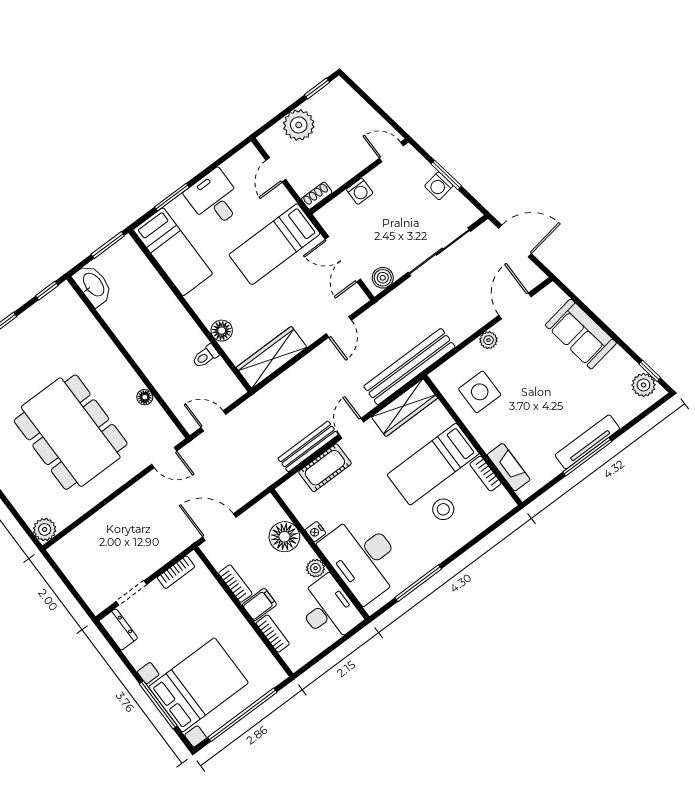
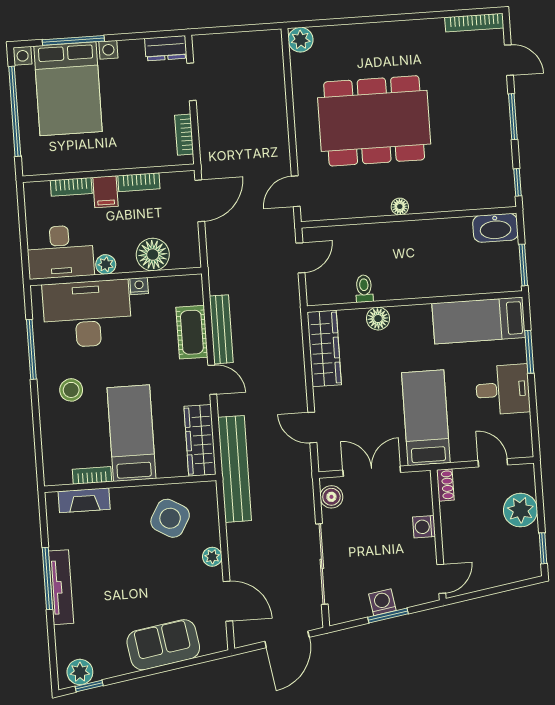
side table: (480, 392) -> (170, 518), turned 30
floor lamp: (145, 397) -> (400, 207), moved
stool: (443, 509) -> (71, 390), moved

